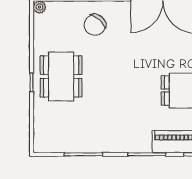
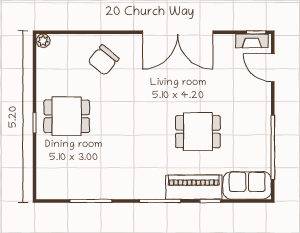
dining table: (61, 76) -> (67, 116), width x0.73

